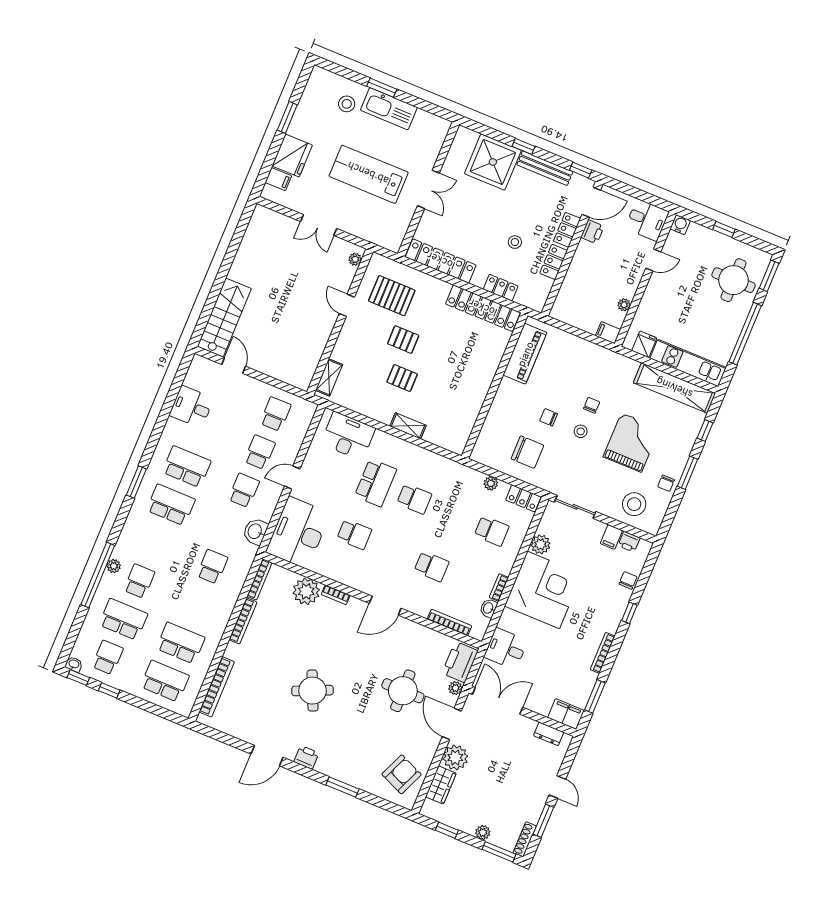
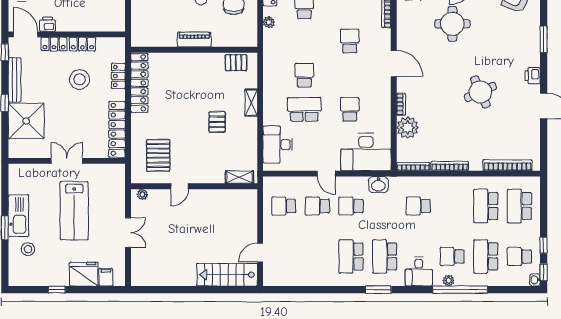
window: (287, 117) -> (57, 290), width x0.67
stool: (515, 242) -> (80, 79), width x1.89, depth x1.89
pallet: (403, 340) -> (236, 63), moved, turned 90
piano: (525, 354) -> (194, 39), moved, width x0.73, depth x0.75
desk: (191, 407) -> (419, 272), moved

